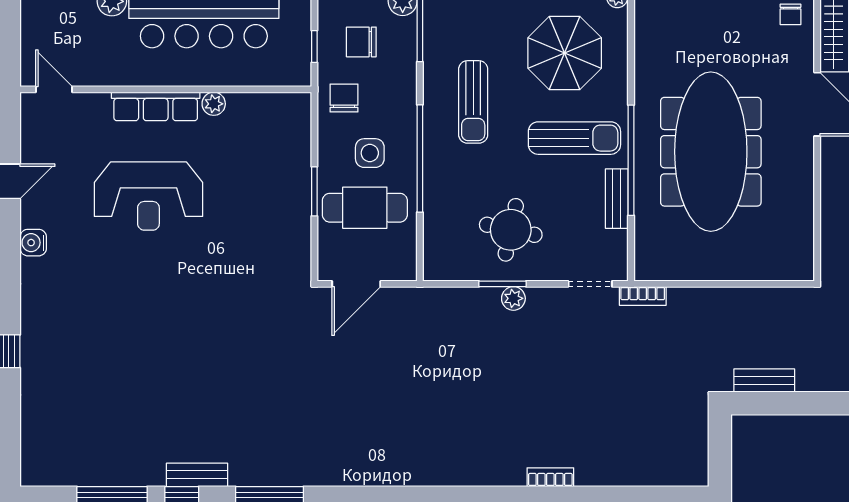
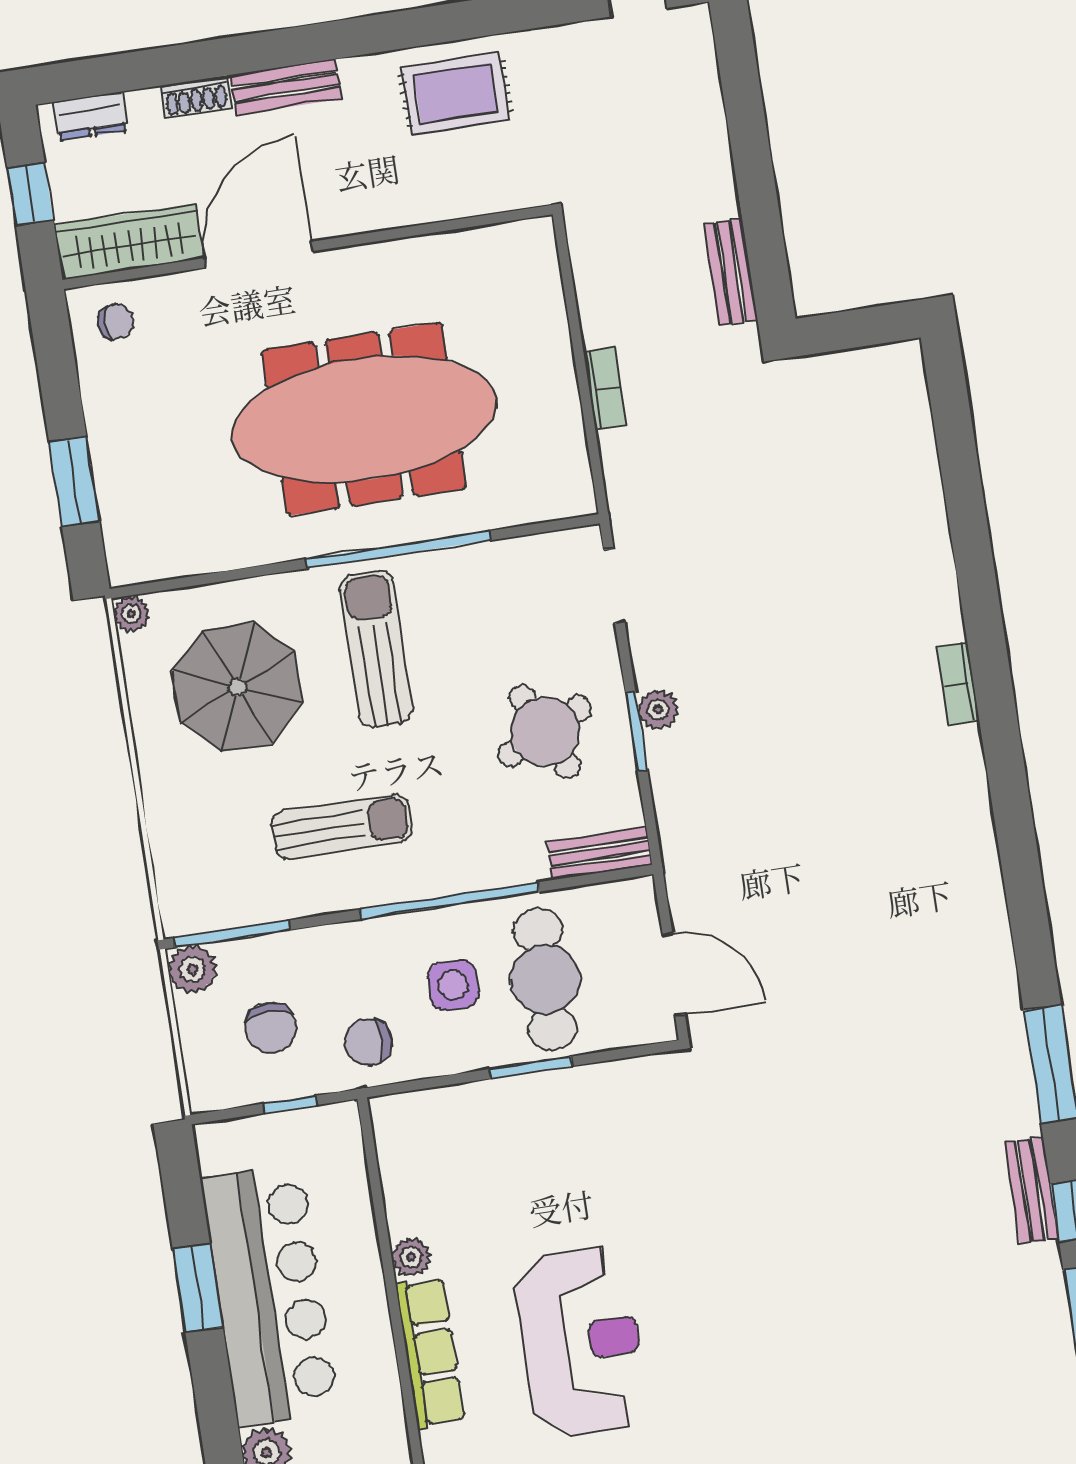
bench: (617, 199) -> (600, 853), moved
round table: (511, 230) -> (545, 732), turned -37
bookcase: (643, 296) -> (605, 389), moved
bookcase: (550, 477) -> (958, 684), moved

